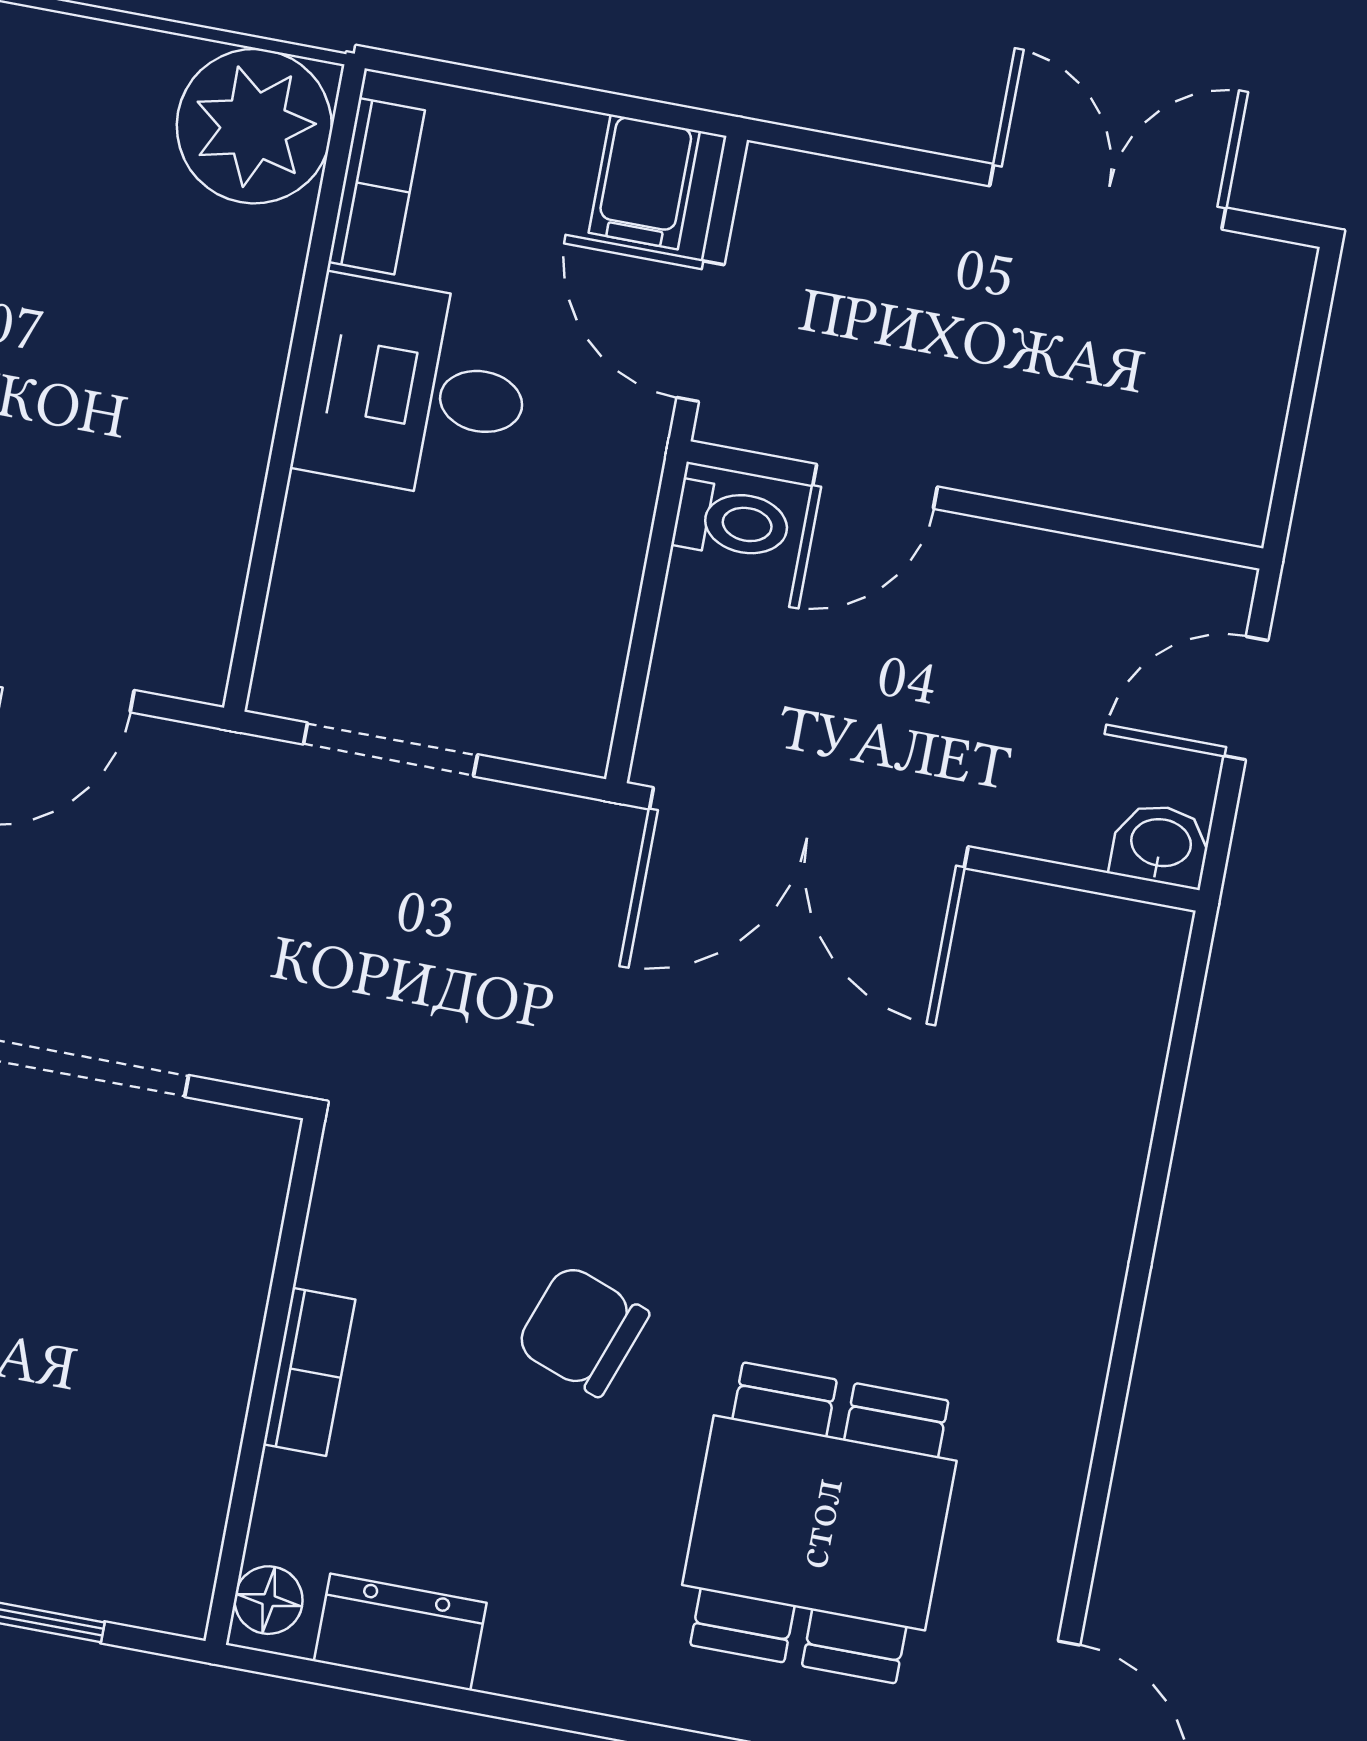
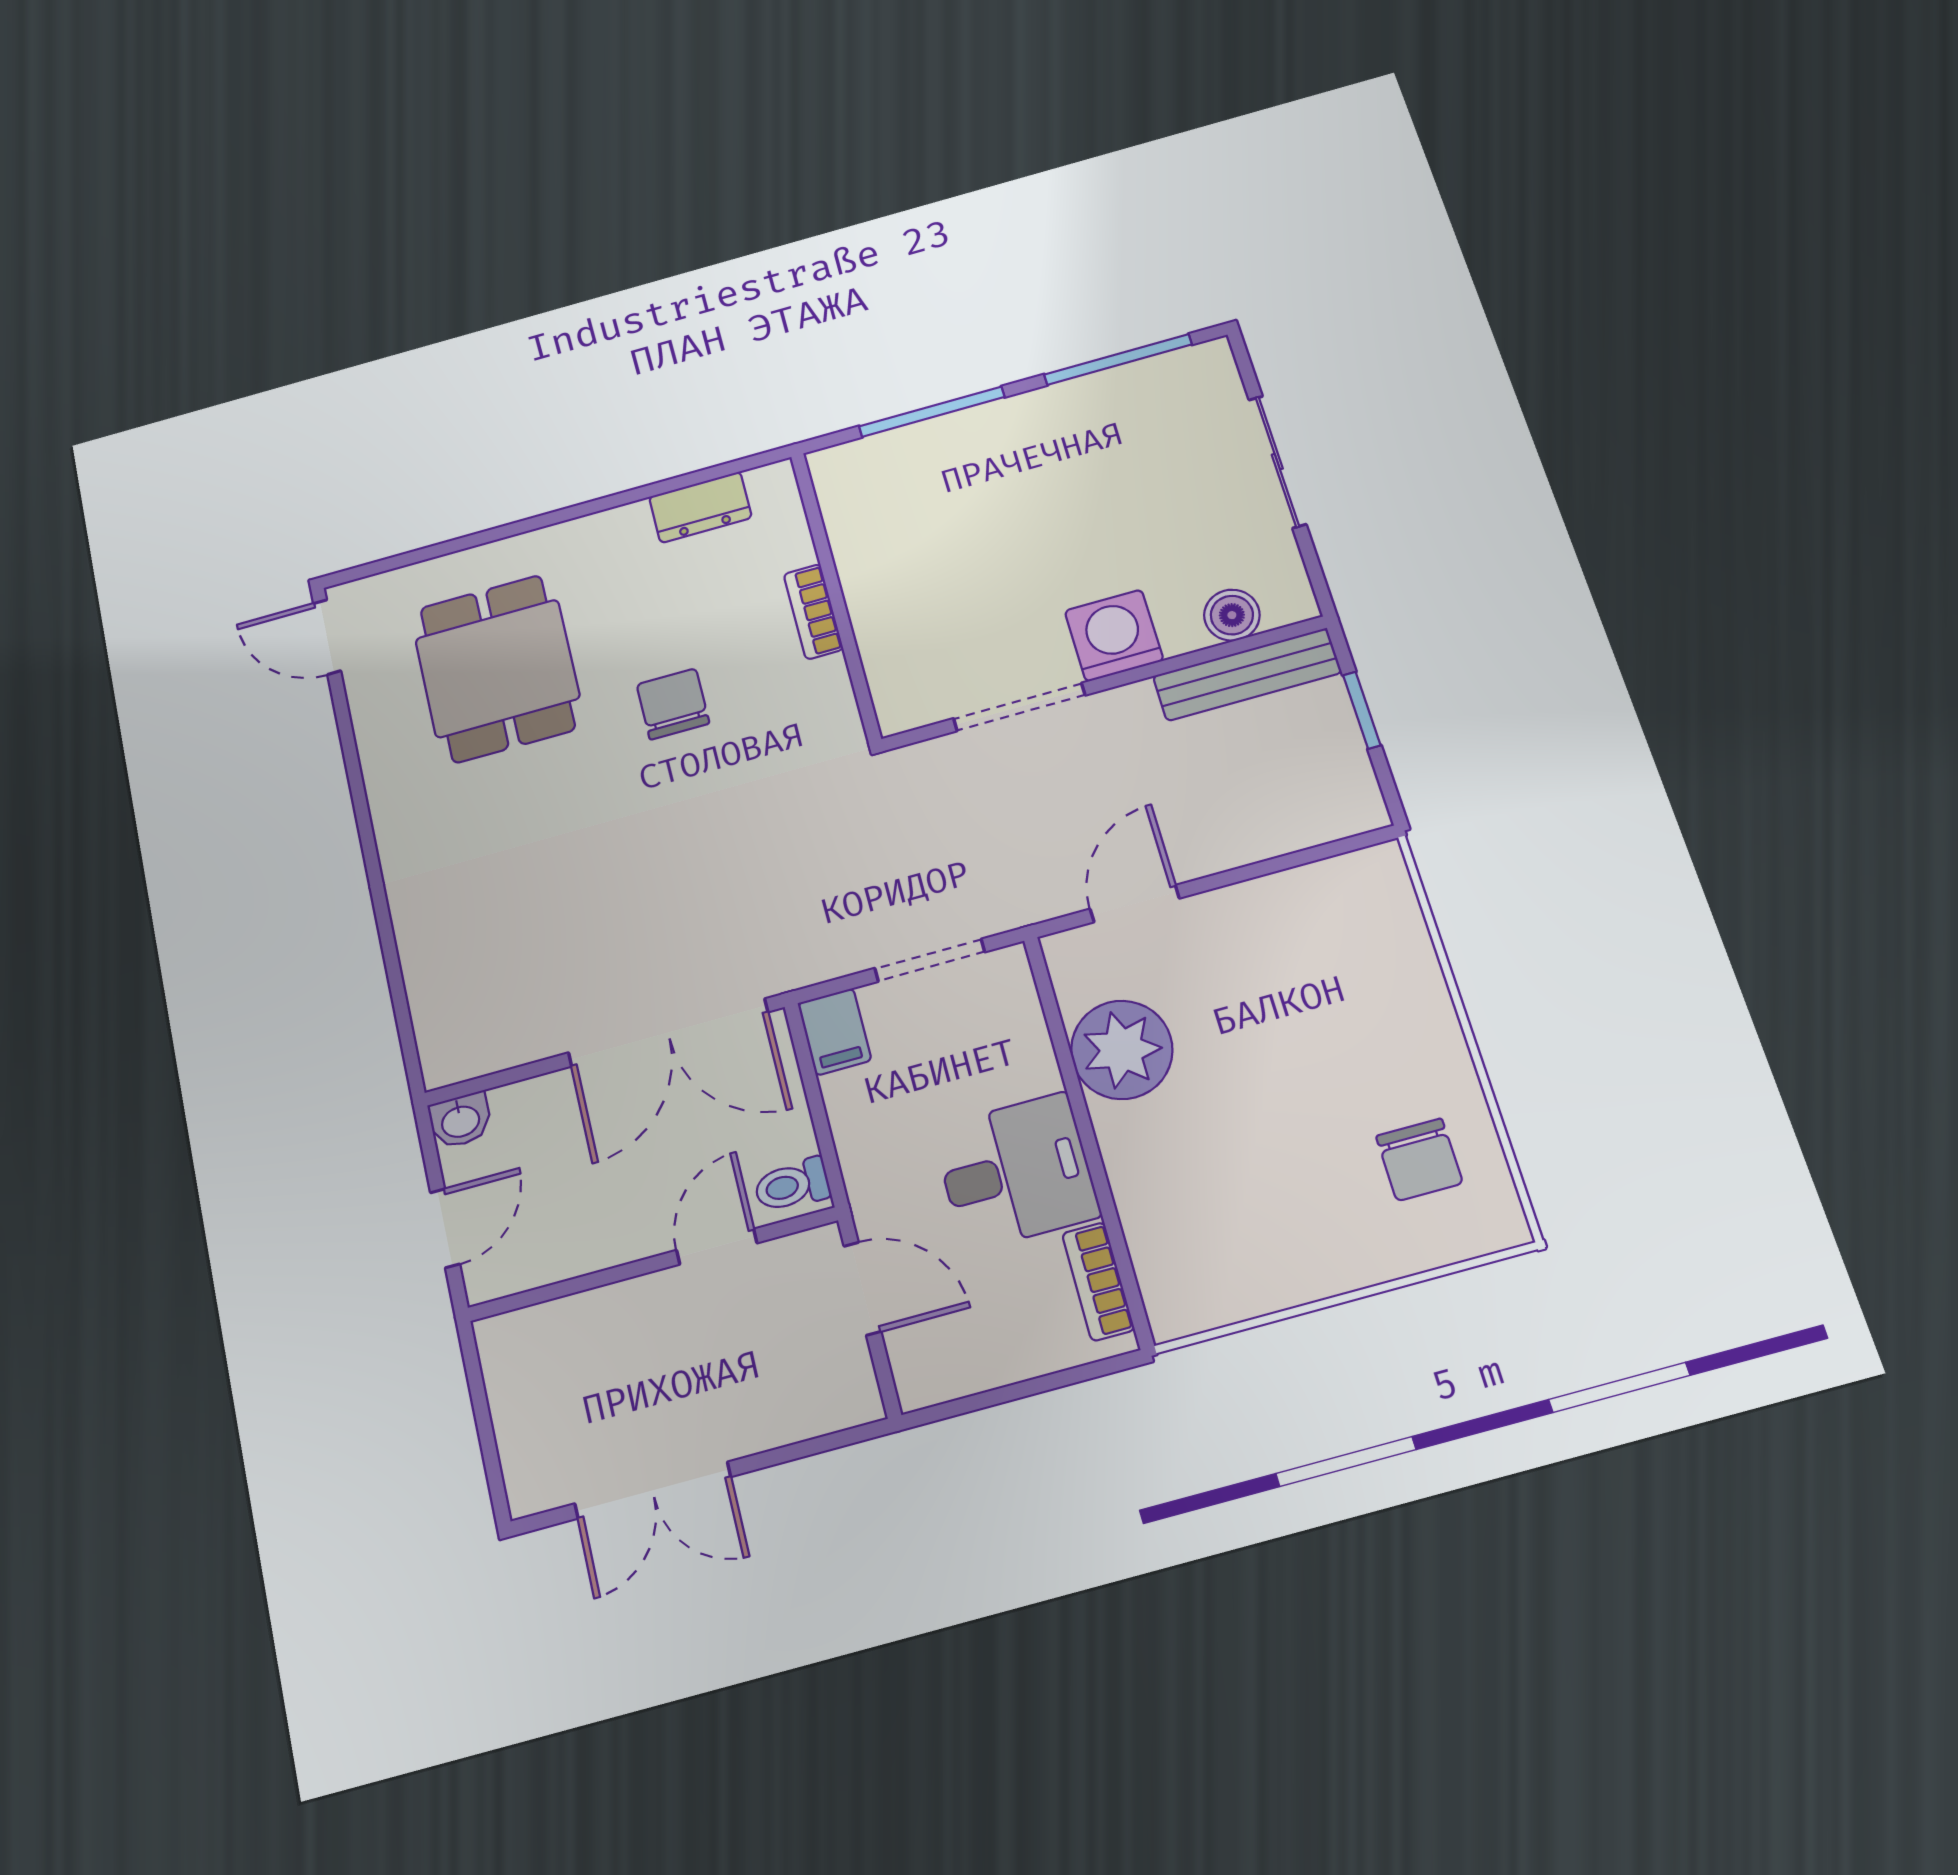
plant: (254, 126) -> (1122, 1050), moved
filing cabinet: (644, 182) -> (835, 1032), moved, turned 180
double door: (809, 828) -> (668, 1032), swing flipped
chair: (582, 1330) -> (673, 704), turned -110
floor lamp: (269, 1600) -> (779, 489), removed

